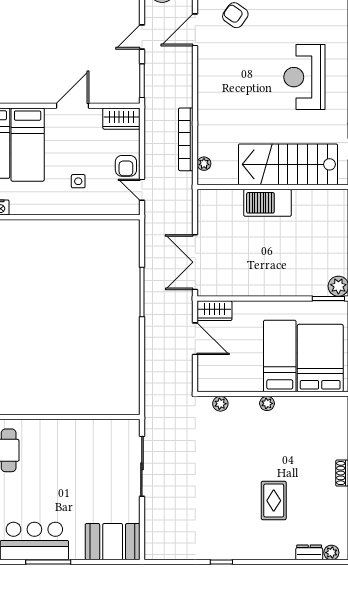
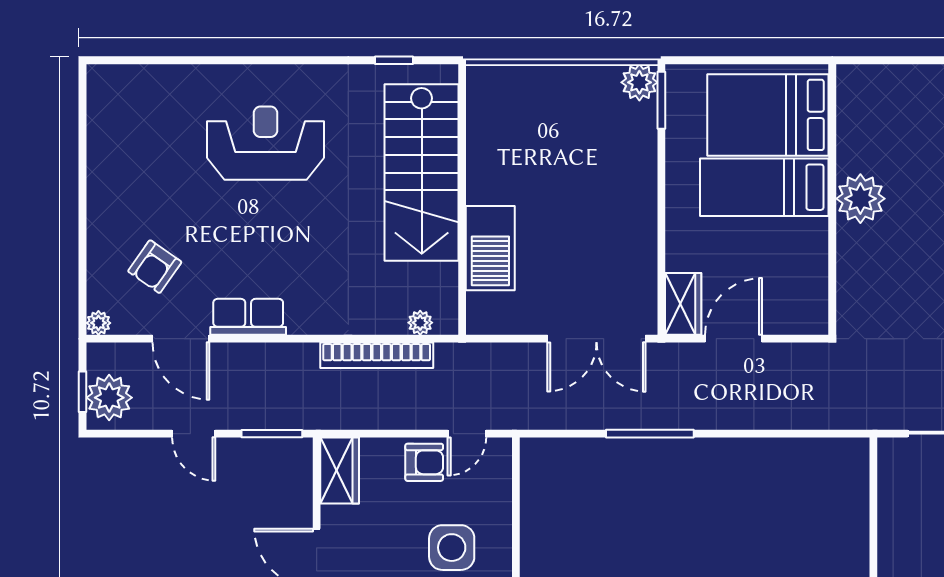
row of seats: (207, 67) -> (248, 317), added
reception desk: (304, 77) -> (265, 143), turned 180
side table: (78, 181) -> (452, 548), width x1.87, depth x1.87
barbecue: (268, 203) -> (490, 248), moved
plant: (267, 403) -> (860, 199), width x1.87, depth x1.87
plant: (220, 404) -> (850, 293), removed

